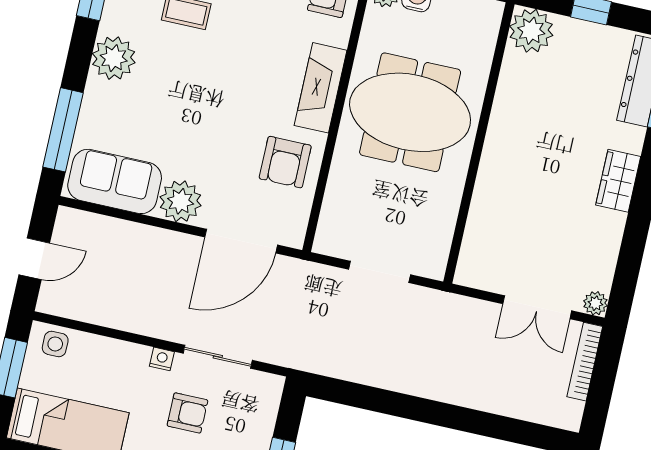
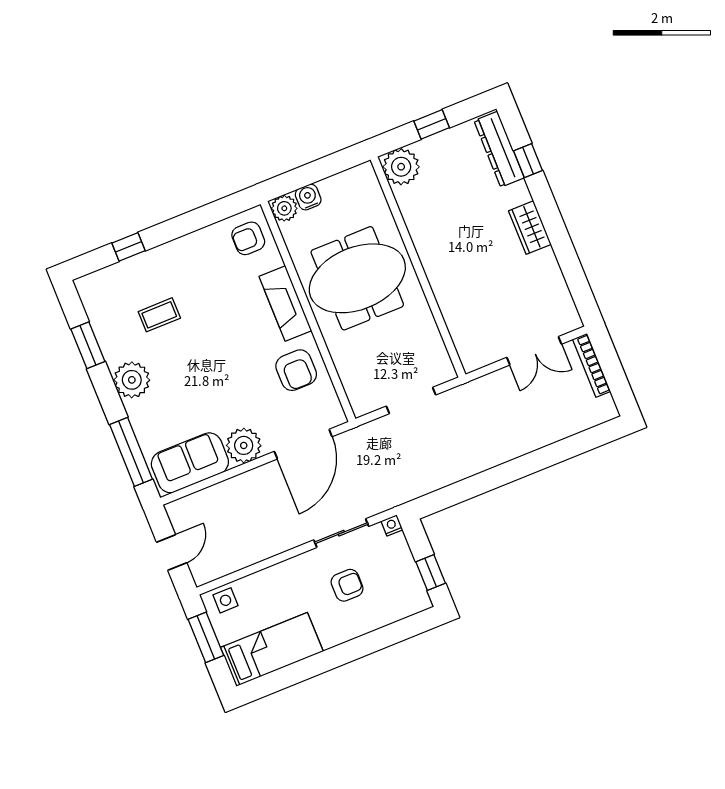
plant: (595, 303) -> (572, 321), removed
nightstand: (162, 359) -> (392, 525), moved

